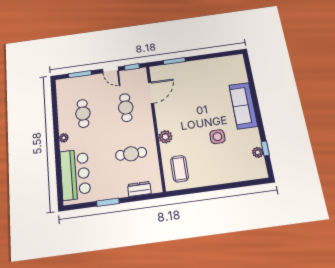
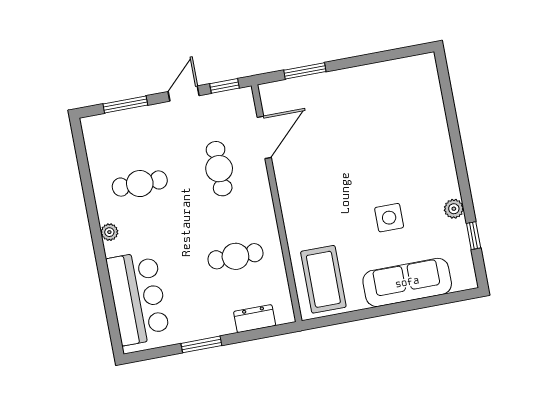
door: (111, 70) -> (184, 94), swing flipped
sofa: (243, 106) -> (407, 282), moved, turned 90
cafe table: (83, 113) -> (140, 184), turned 90
plant: (165, 137) -> (296, 222), removed
plant: (258, 152) -> (454, 209), moved
coffee table: (179, 169) -> (323, 279), width x1.36, depth x1.32

